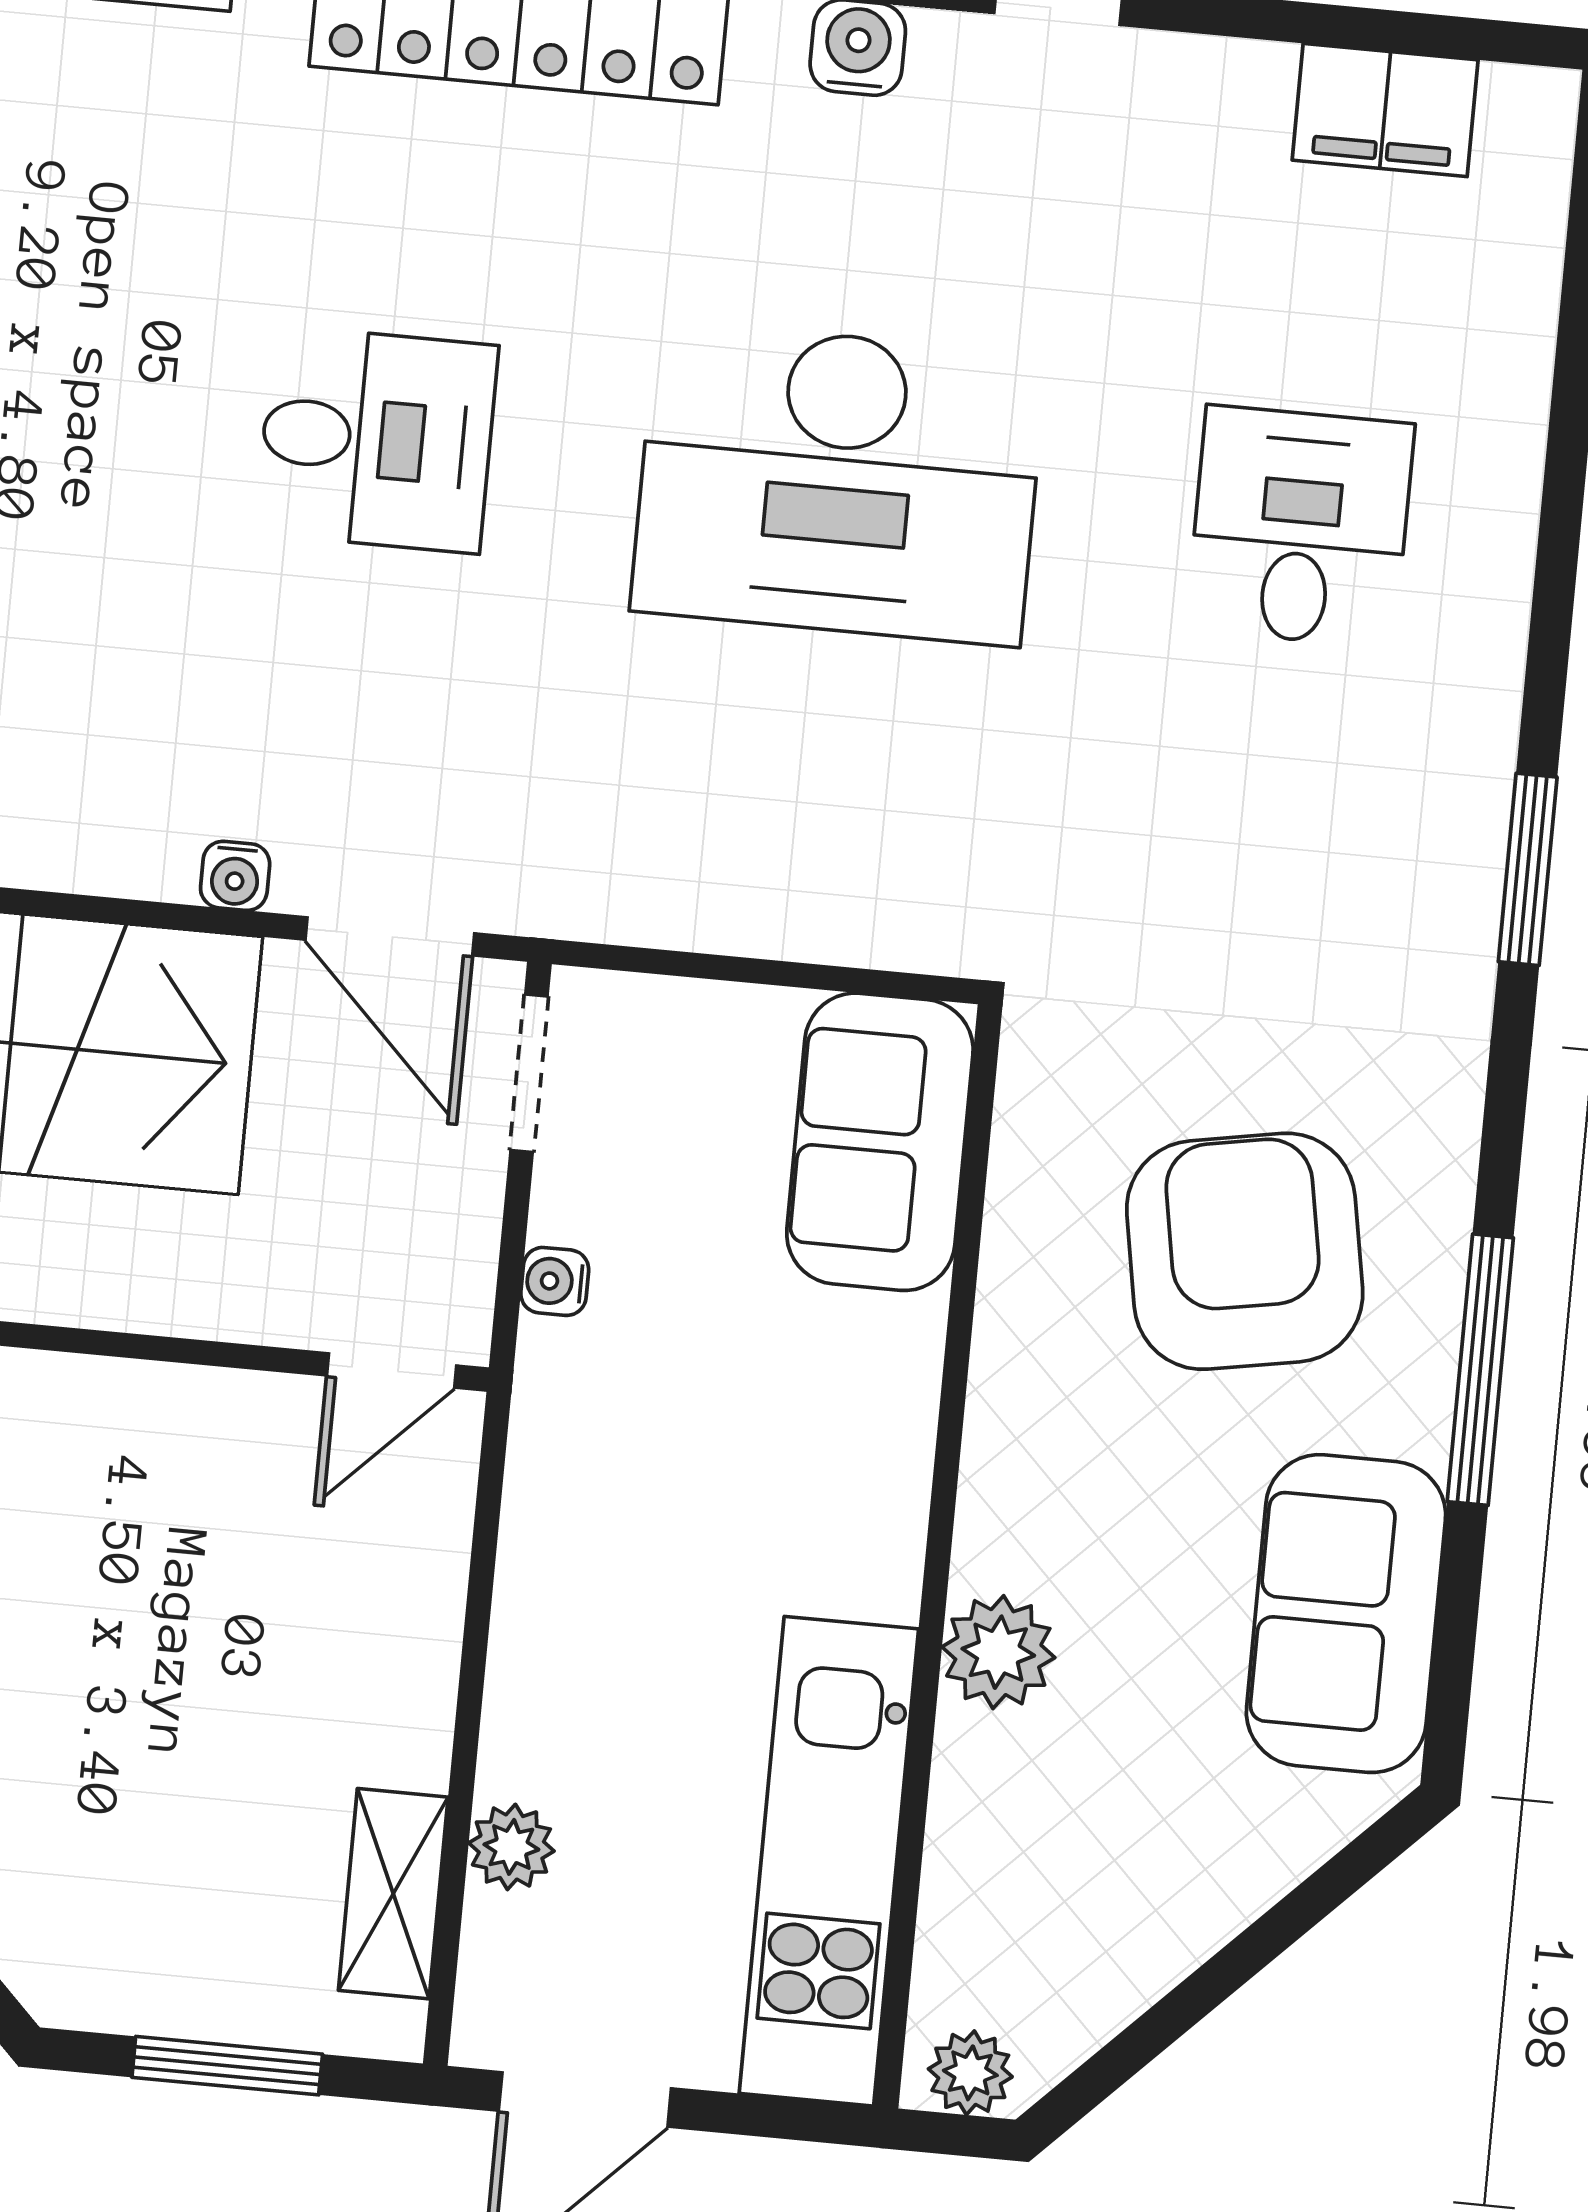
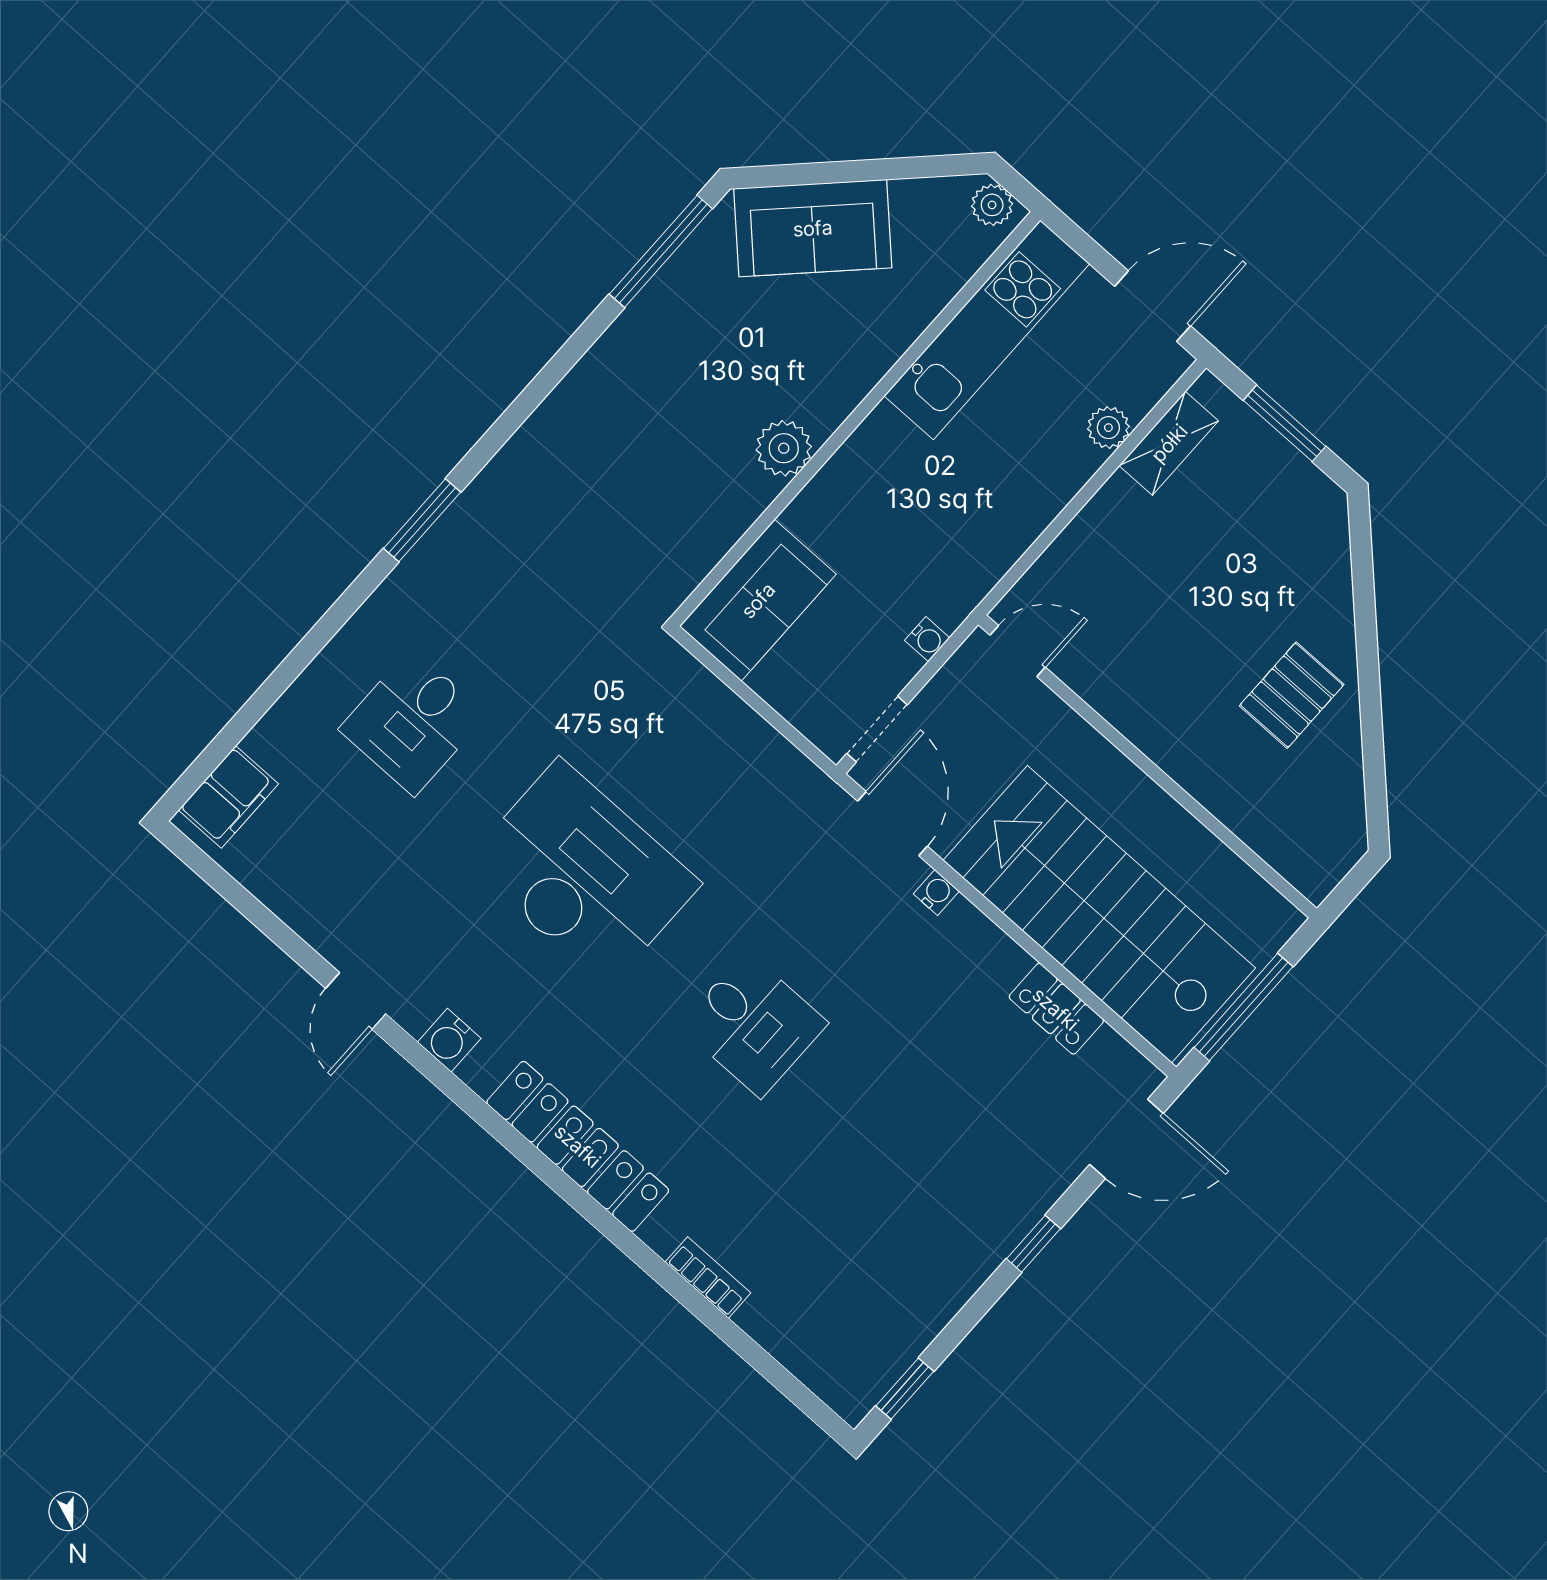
filing cabinet: (1385, 110) -> (228, 797), moved, turned 90
desk: (377, 439) -> (754, 1025), turned 180
armchair: (1245, 1251) -> (645, 451), removed
window: (1480, 1370) -> (661, 251), moved
sofa: (1346, 1614) -> (813, 228), moved, turned 45
plant: (998, 1652) -> (784, 448), moved

